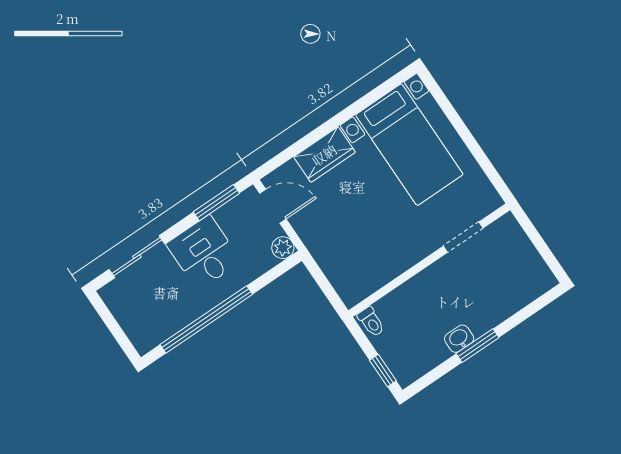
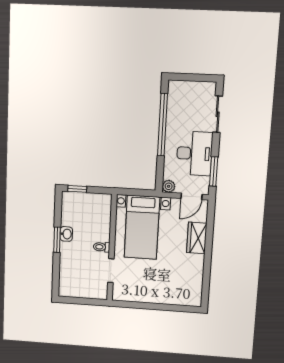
bed with nightstands: (409, 145) -> (142, 227), moved, turned -90
desk: (204, 253) -> (194, 154), width x1.37
toilet: (371, 322) -> (102, 247), moved

